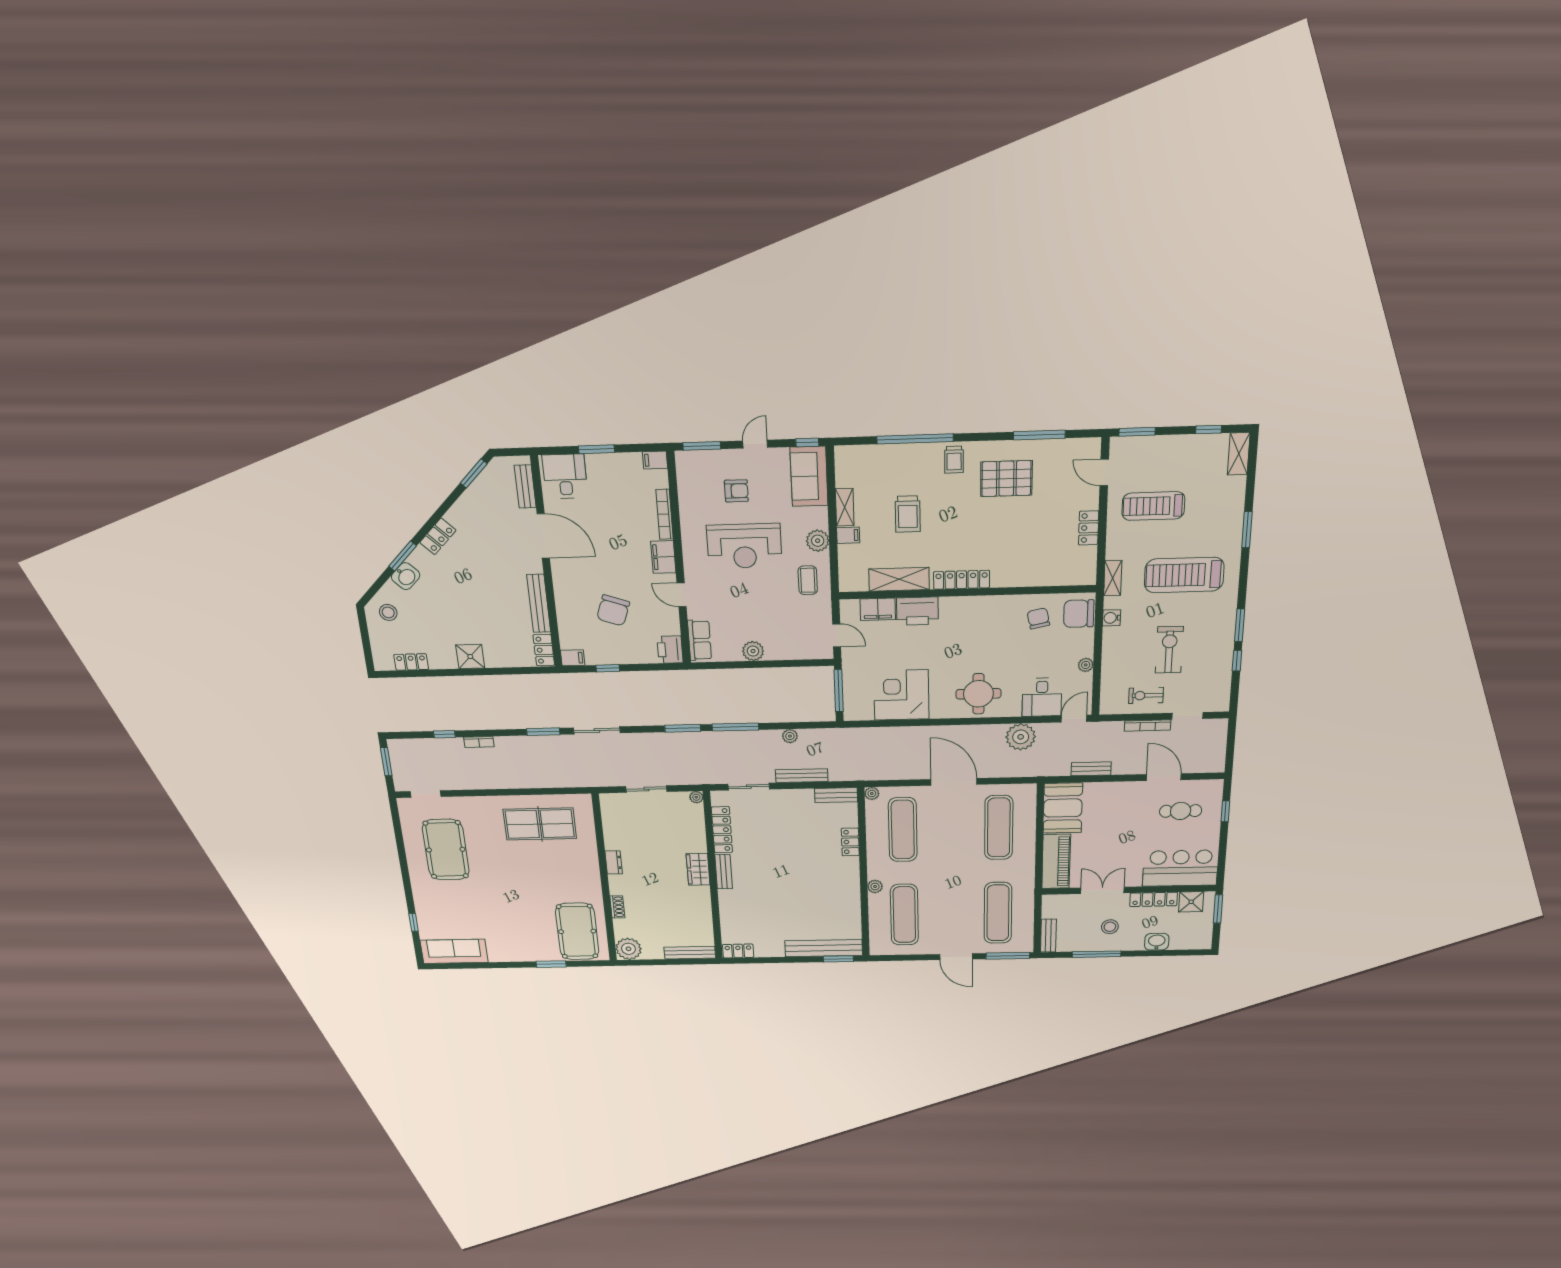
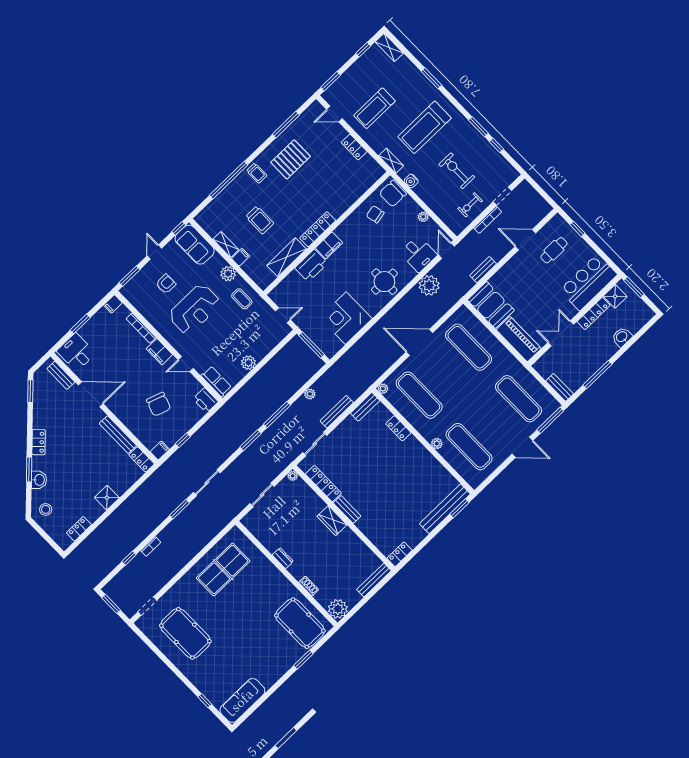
filing cabinet: (878, 609) -> (329, 245), moved
stool: (1110, 927) -> (587, 351), removed

